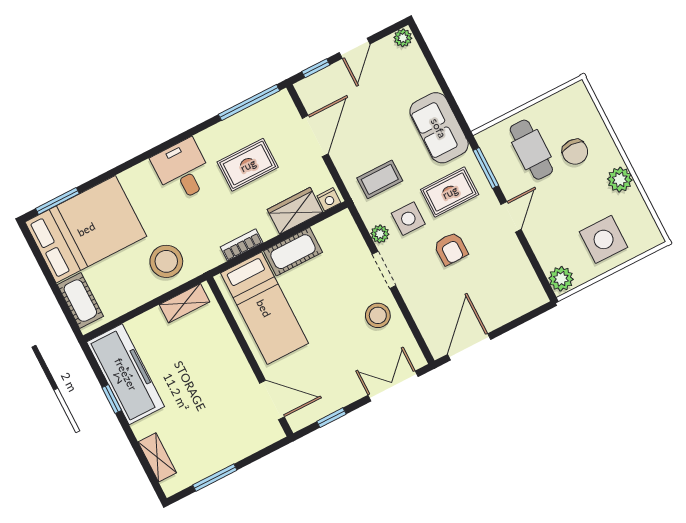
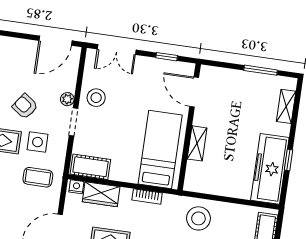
plant: (380, 234) -> (67, 99), moved
armchair: (451, 249) -> (25, 106), turned -54
cot: (293, 252) -> (90, 167), moved
shelving: (184, 303) -> (197, 143), moved, turned 90

